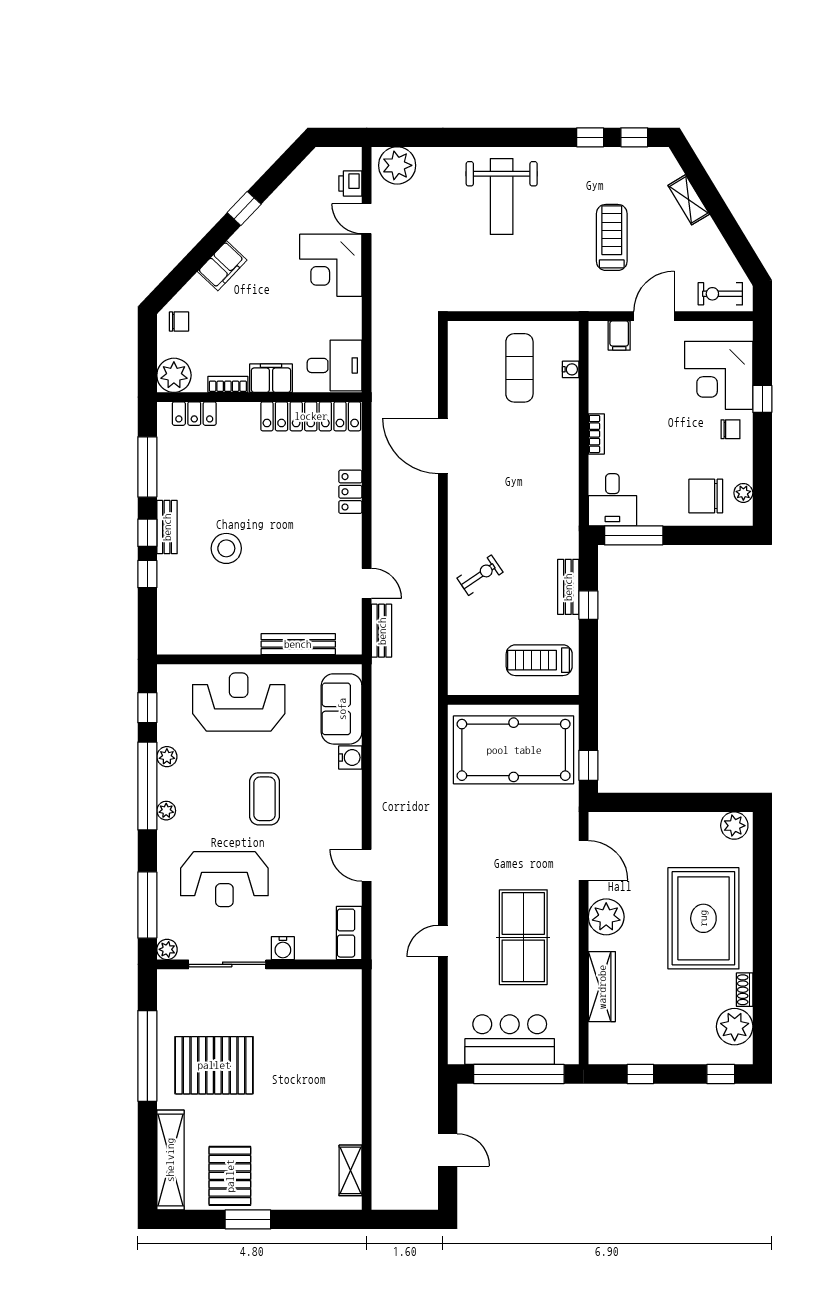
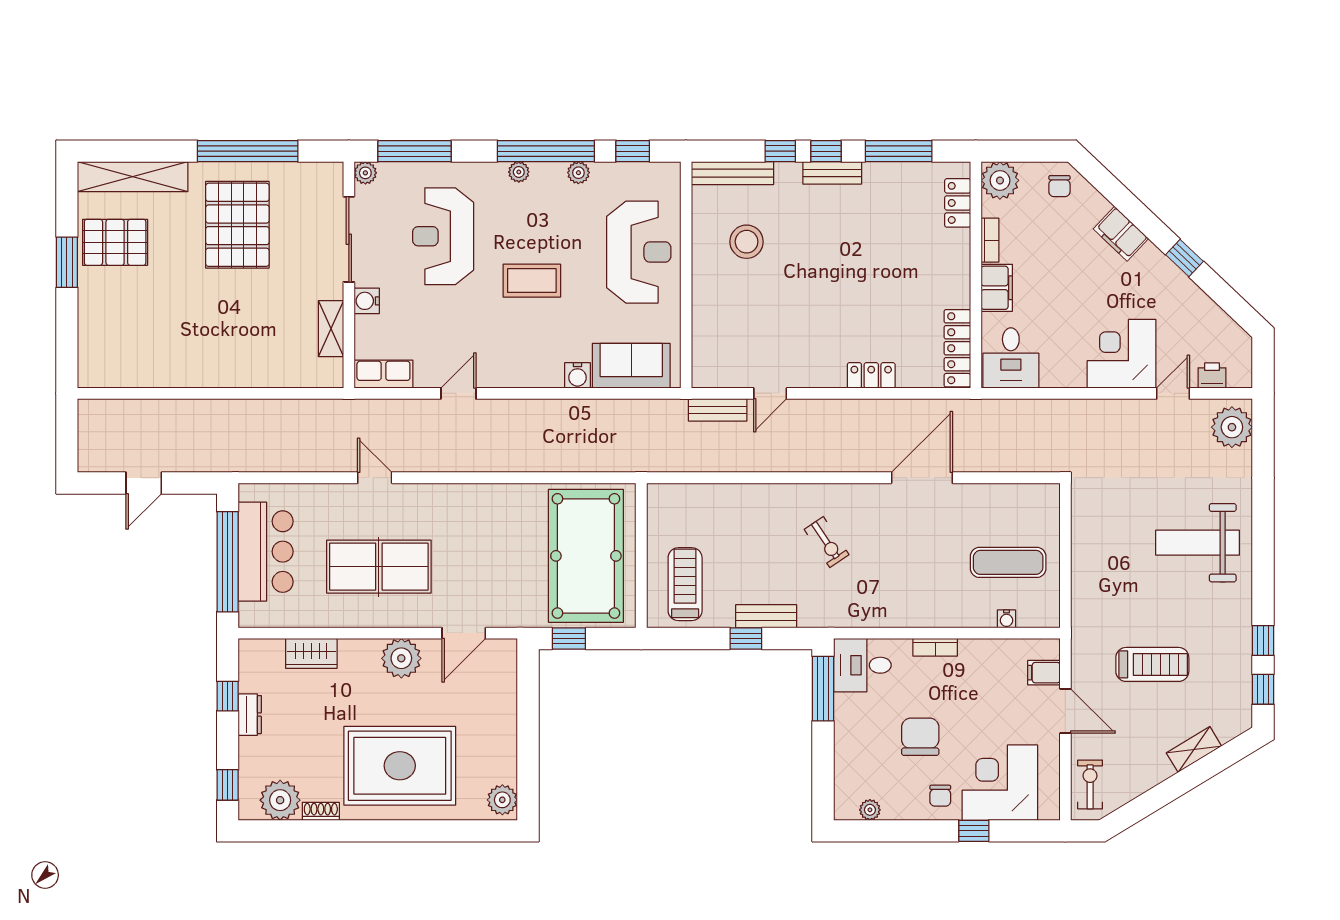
locker: (311, 416) -> (957, 348), width x0.71, depth x0.83
chair: (706, 496) -> (920, 737), moved
stool: (226, 548) -> (747, 242), moved
exercise bike: (480, 575) -> (827, 542), moved
bench: (298, 644) -> (732, 173), moved, turned 90
wardrobe: (602, 987) -> (311, 653), width x0.67
dresser: (657, 1054) -> (250, 715), added
shelving: (350, 1170) -> (331, 329), moved, turned 90

